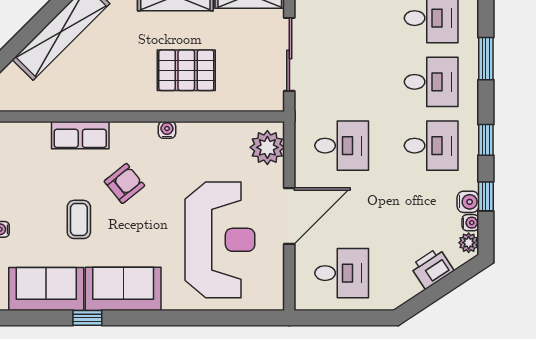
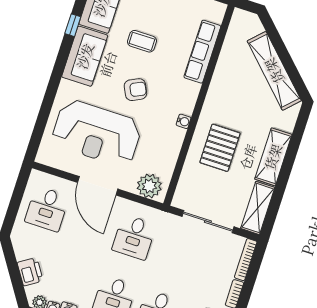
row of seats: (80, 135) -> (202, 52), width x1.48
armchair: (124, 183) -> (135, 90), moved, turned -77

